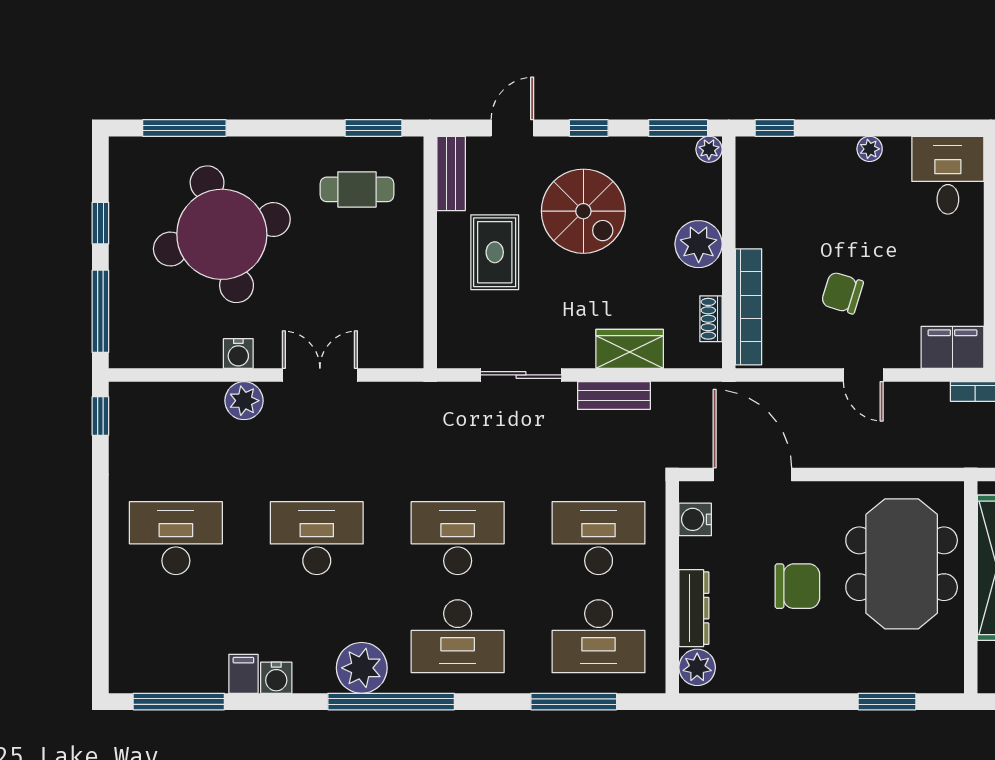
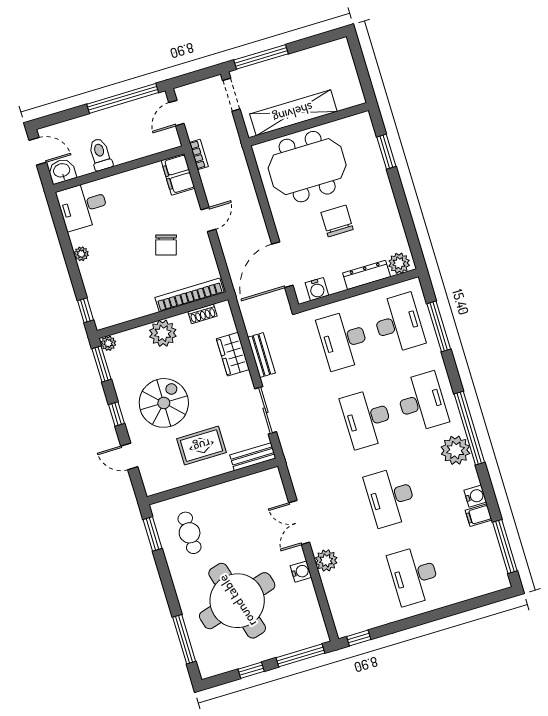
bench: (451, 173) -> (253, 457), moved

